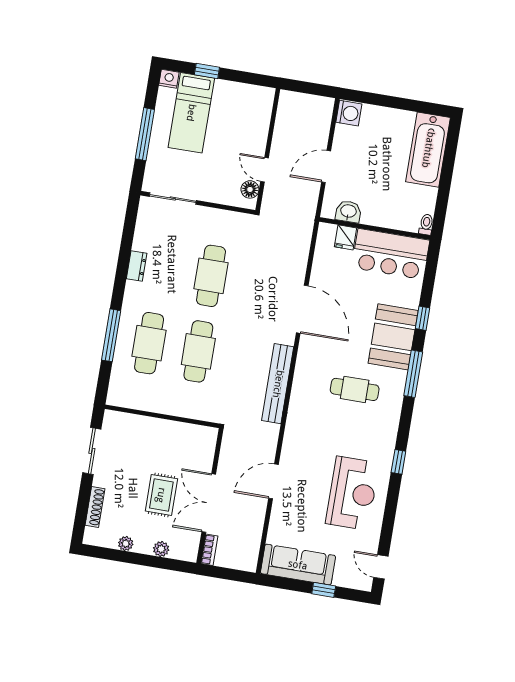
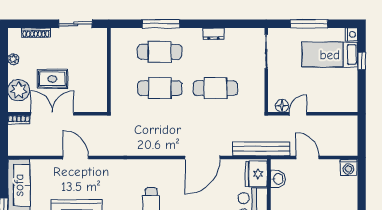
fridge: (346, 237) -> (256, 174), width x1.88, depth x1.34
bench: (278, 384) -> (261, 149), moved
plant: (161, 549) -> (19, 90), width x1.88, depth x1.88

